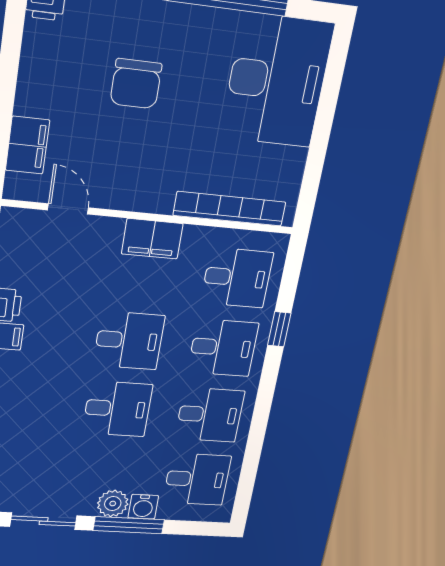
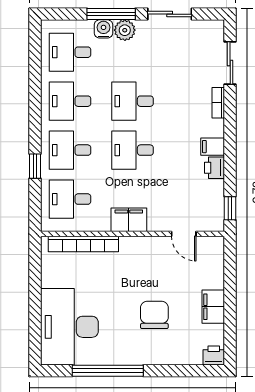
filing cabinet: (27, 145) -> (213, 307), moved

